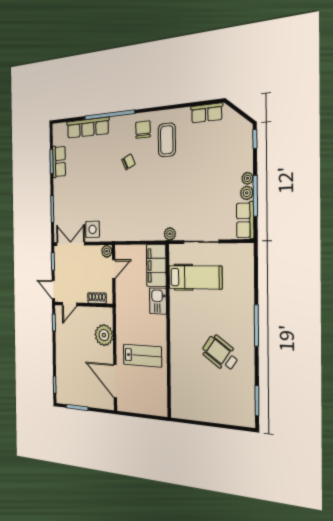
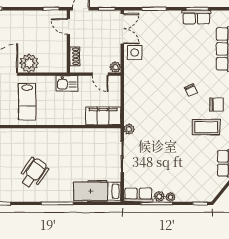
hospital bed: (195, 277) -> (97, 191), moved, turned 90
kitchen sink: (158, 301) -> (67, 83), moved, turned 180
plant: (104, 335) -> (29, 63), moved

